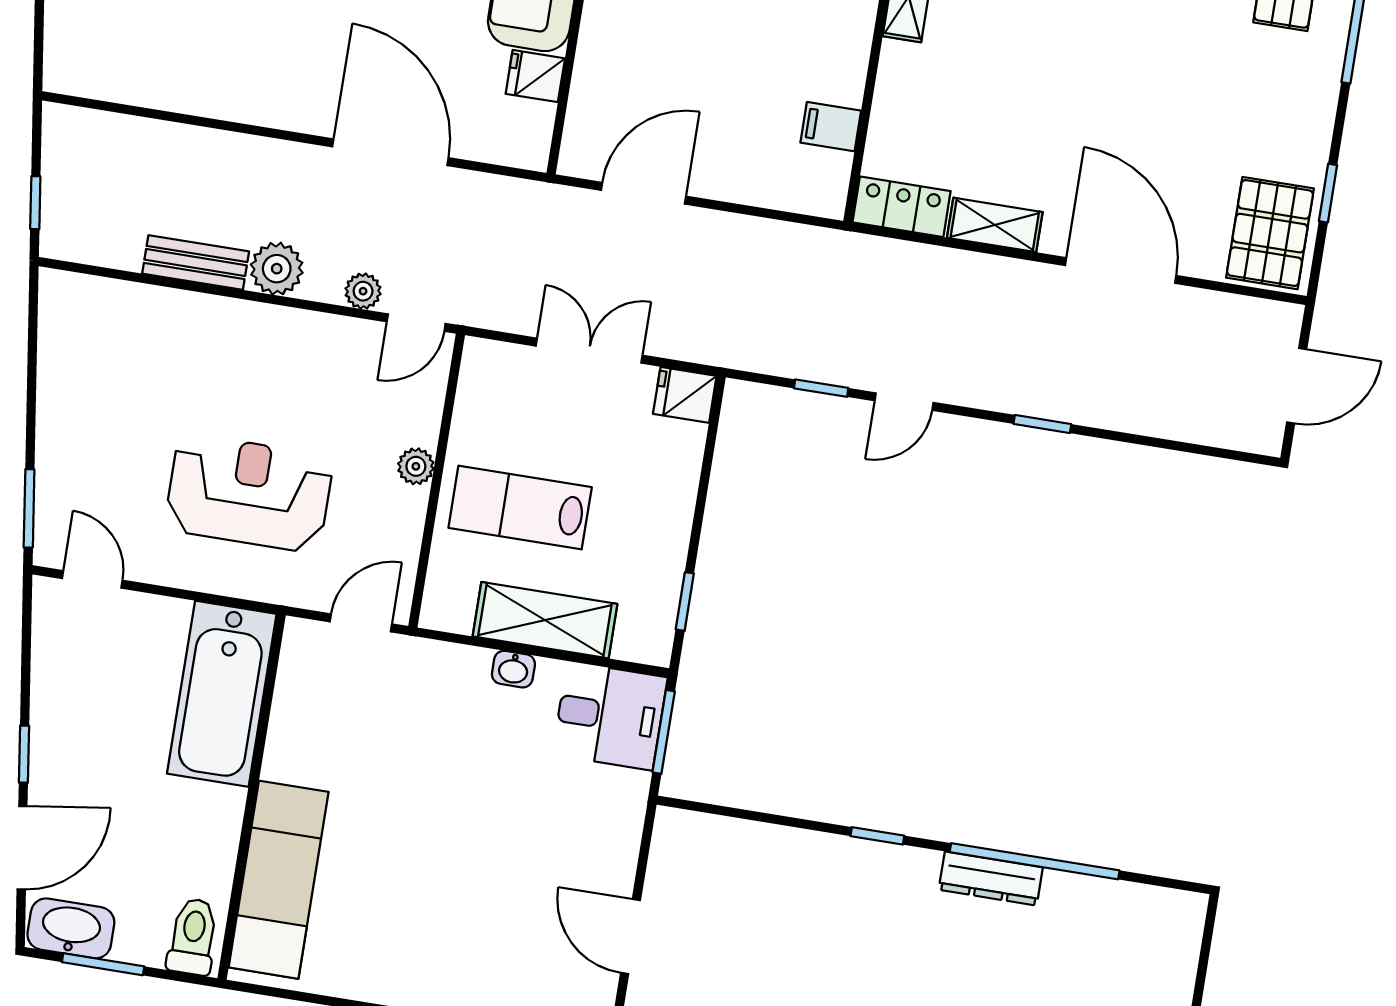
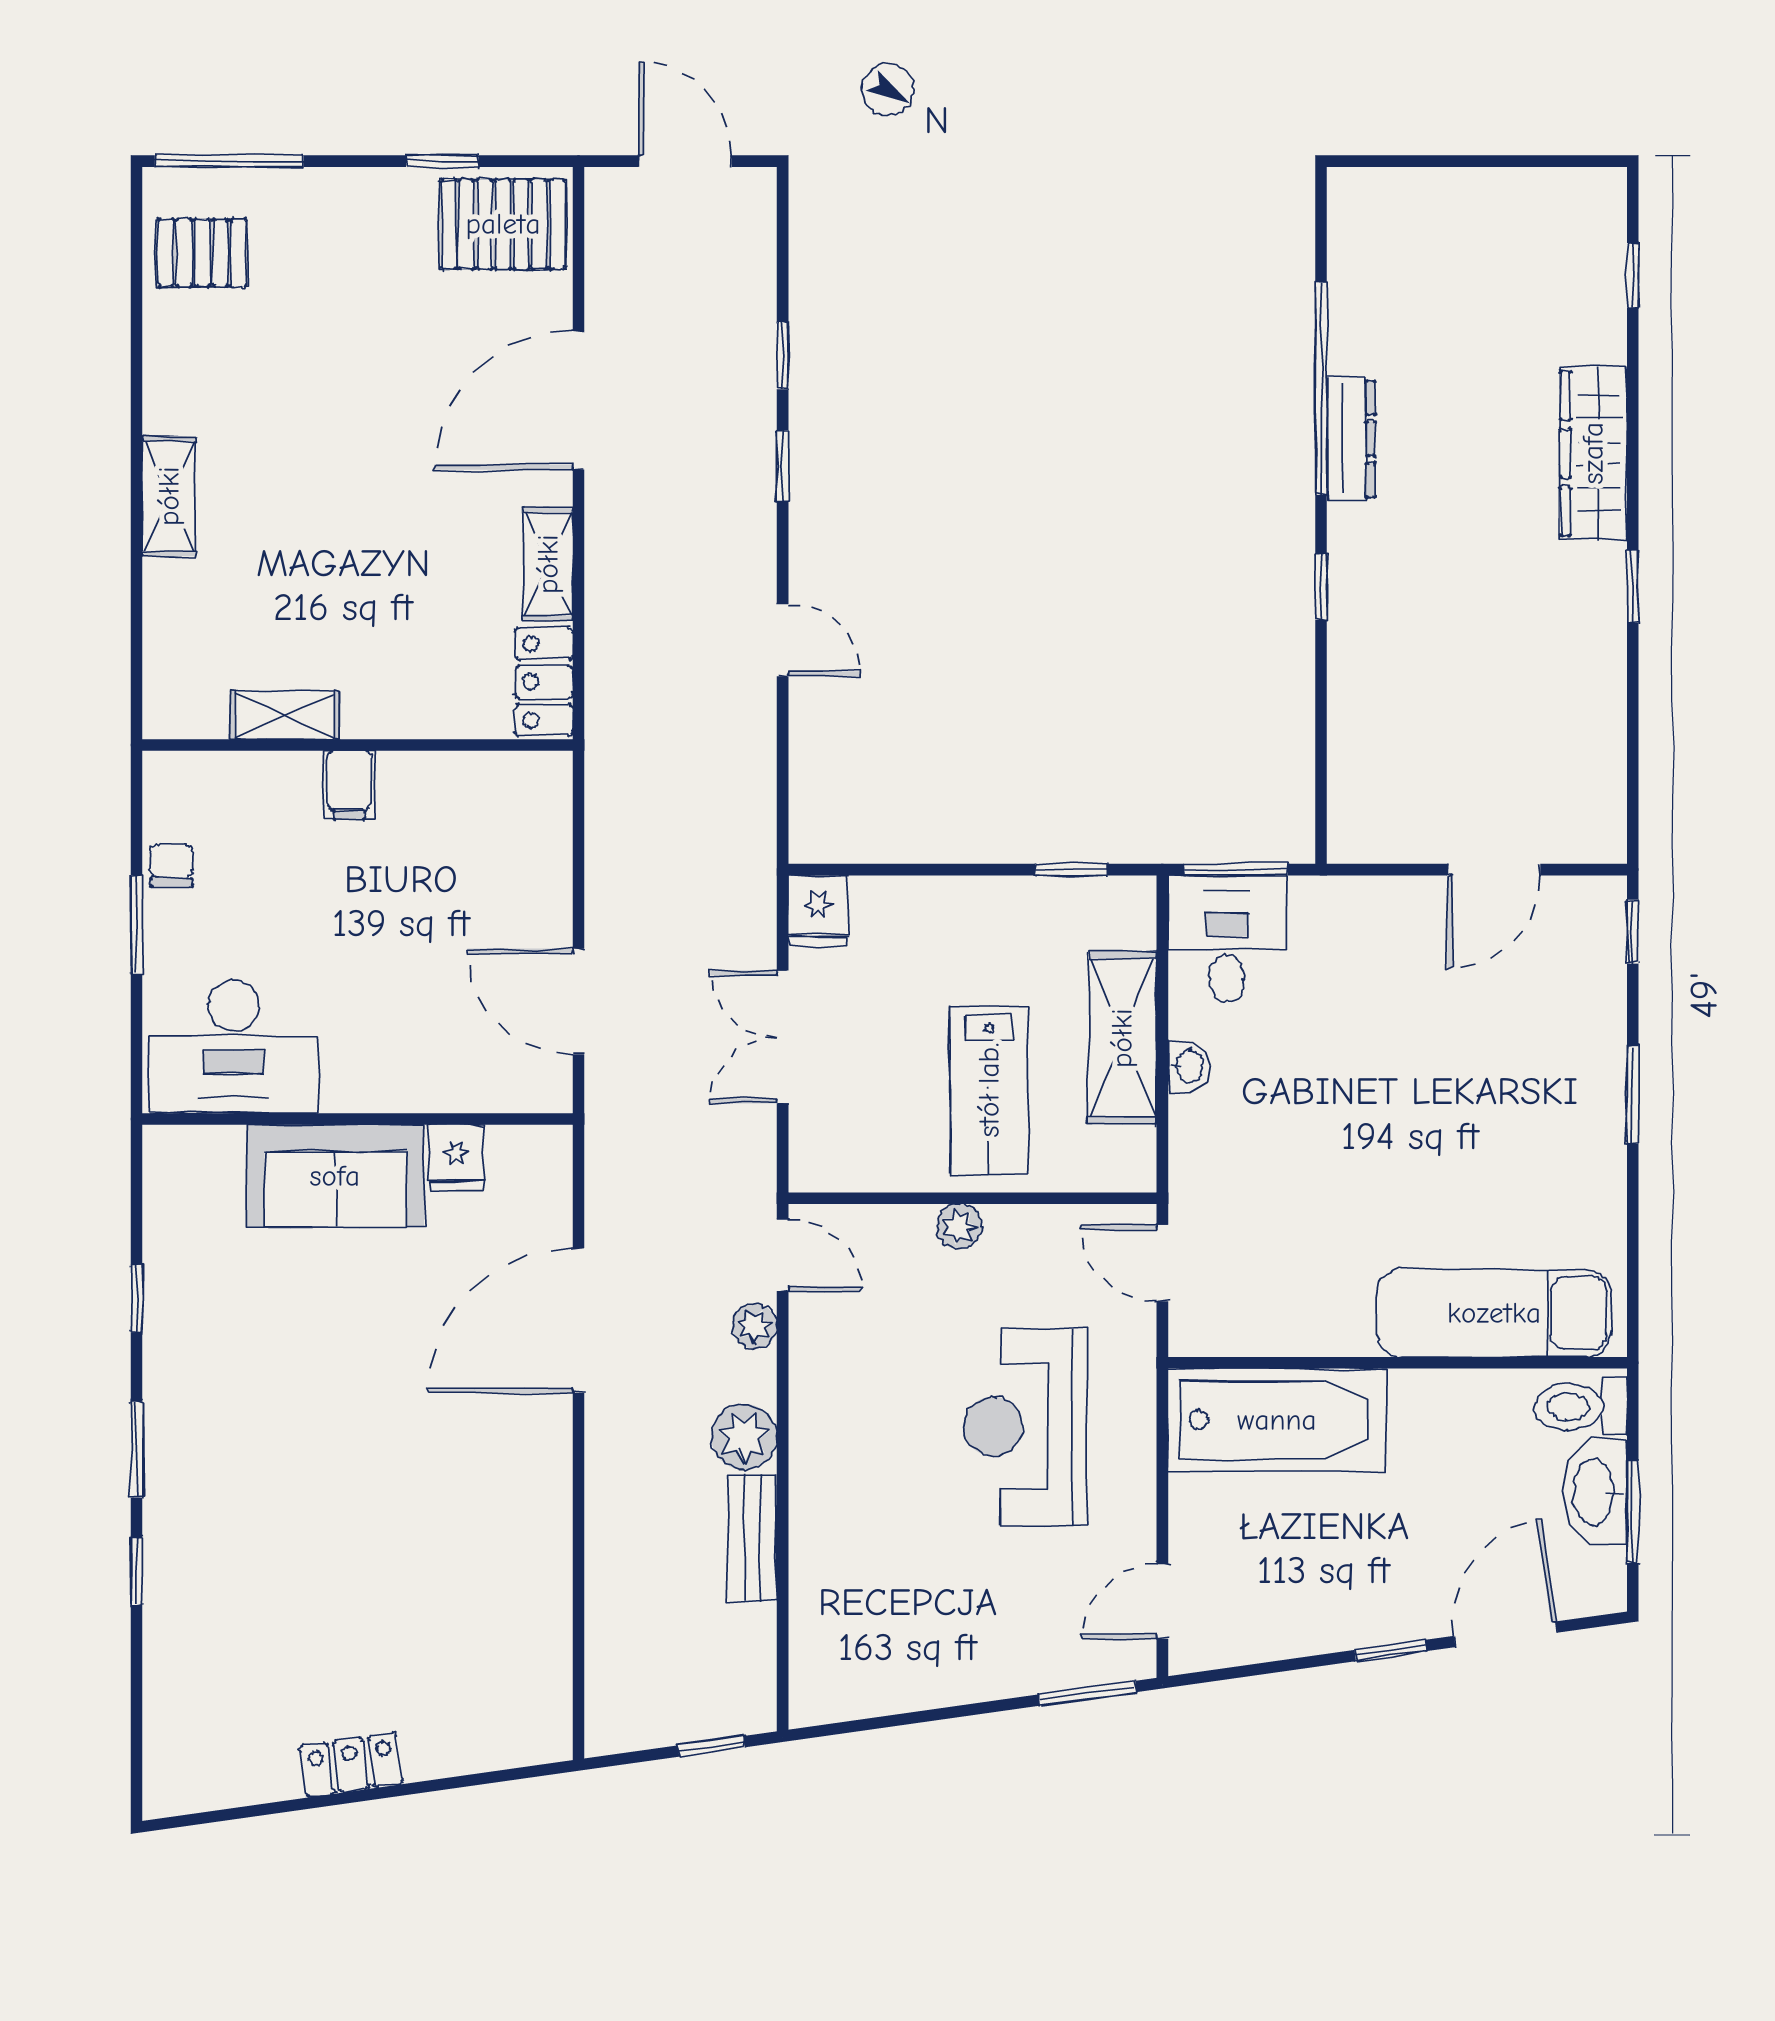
filing cabinet: (831, 127) -> (349, 785), moved
window: (821, 388) -> (783, 356), moved
door: (22, 848) -> (1506, 1634), hinge flipped
washbasin: (71, 928) -> (1595, 1492), moved

